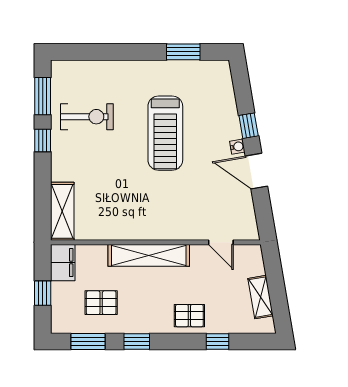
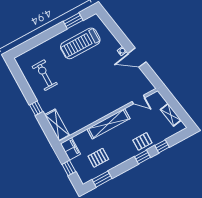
window: (43, 96) -> (19, 77), removed
exercise bike: (87, 117) -> (45, 75), turned -90
window: (249, 126) -> (122, 39), removed
treadmill: (165, 133) -> (80, 43), moved, turned 90
window: (43, 141) -> (36, 108), moved
window: (137, 341) -> (142, 157), moved

